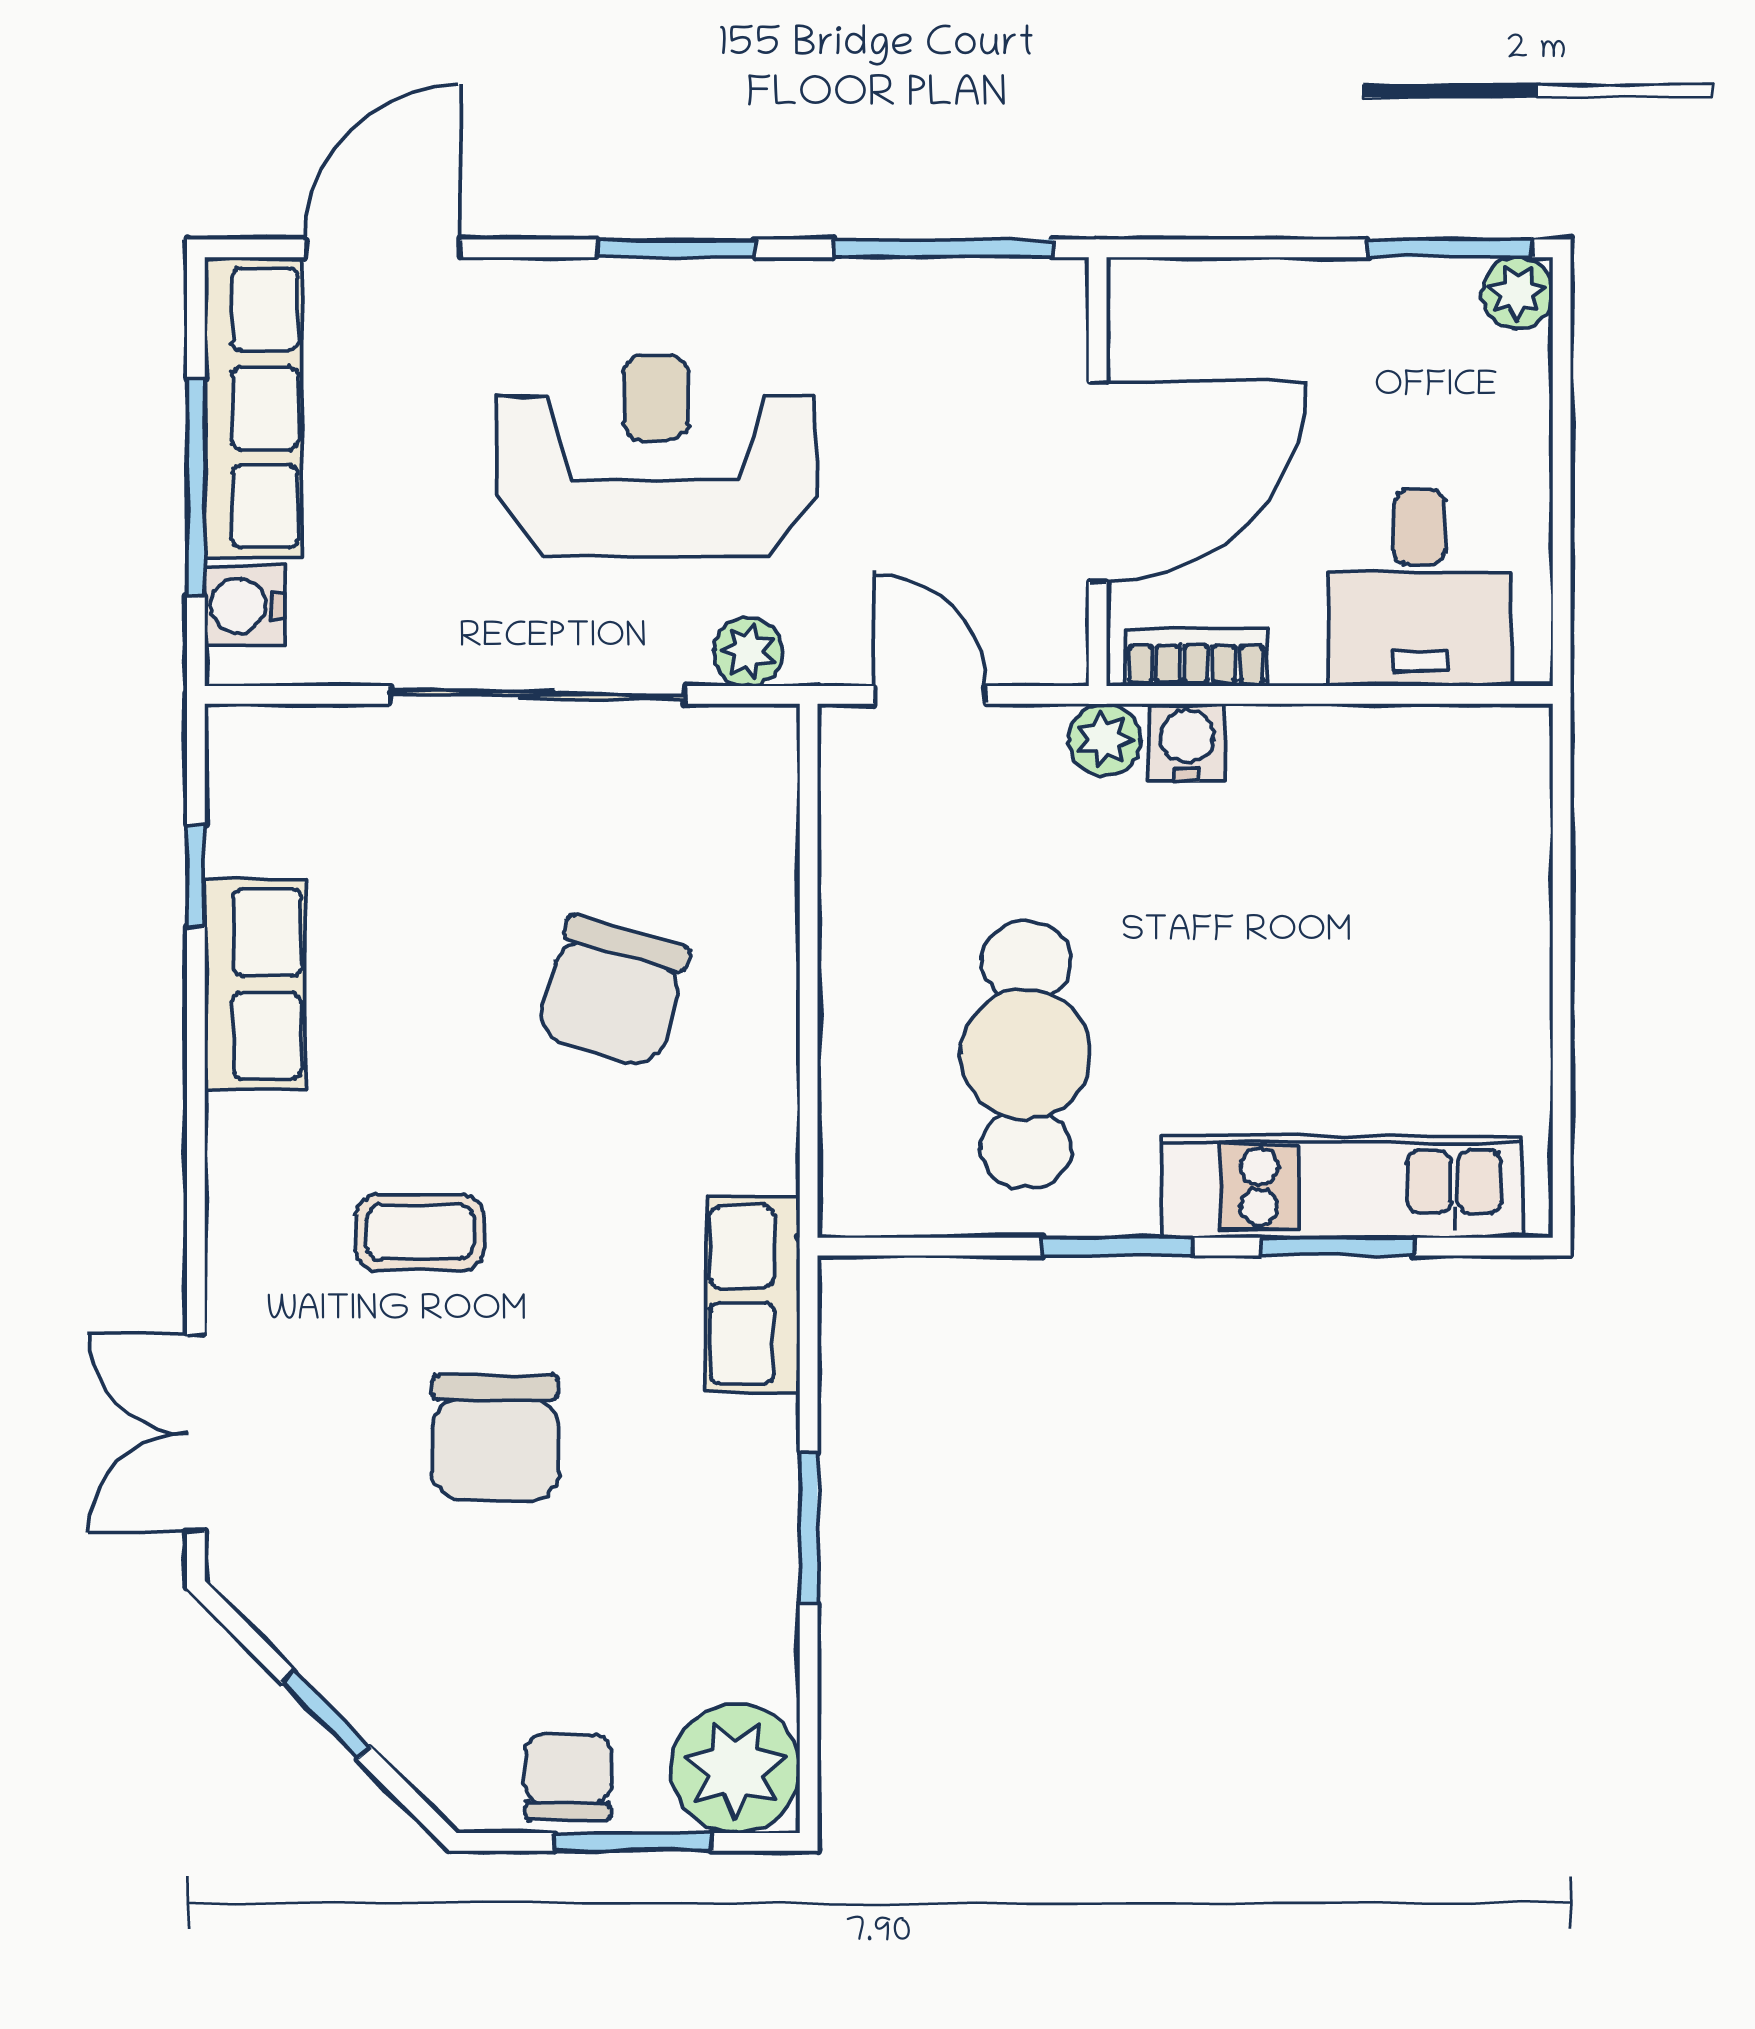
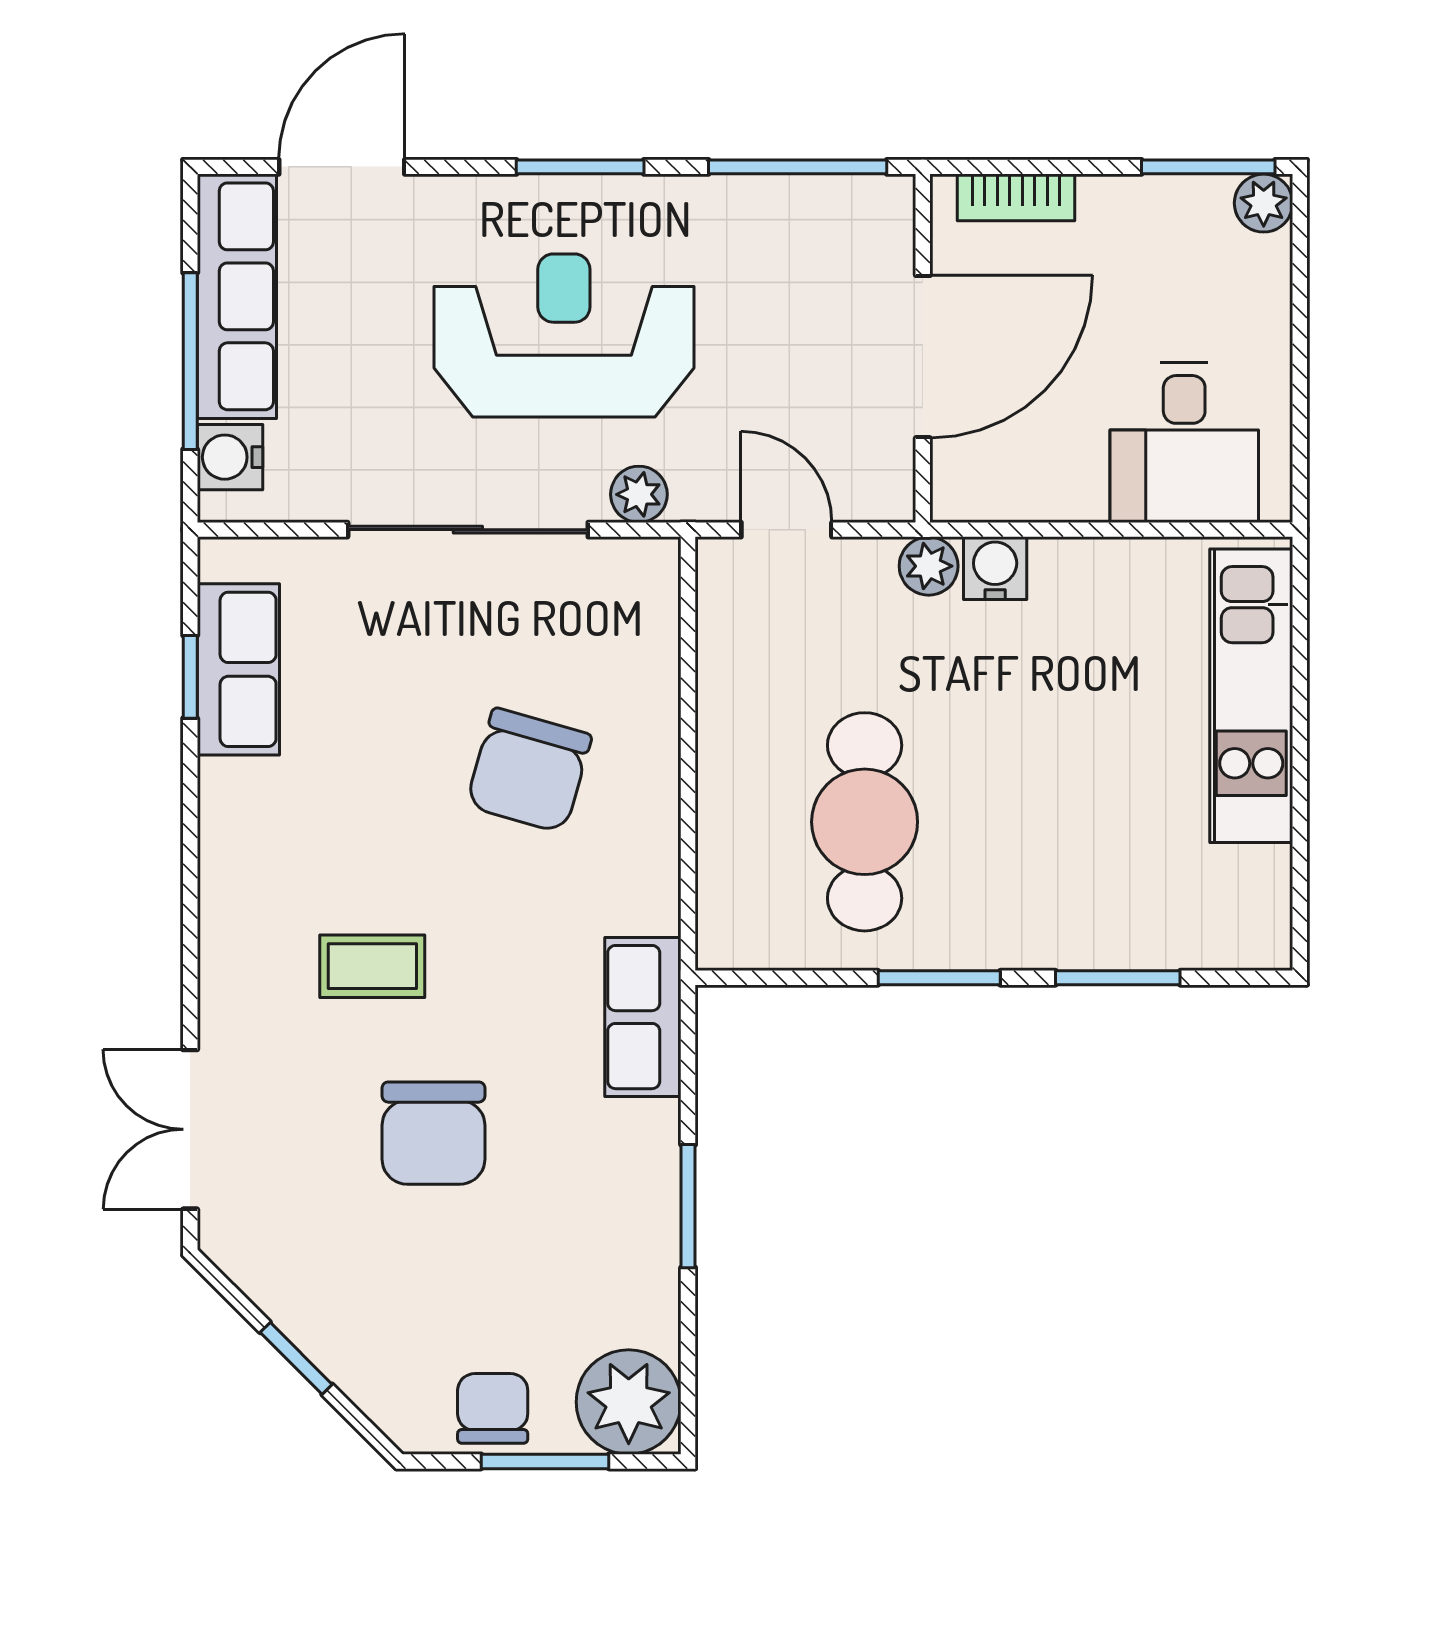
bookcase: (1196, 657) -> (1016, 197), moved, turned 180
row of seats: (255, 984) -> (238, 669), moved
kitchen unit: (1342, 1187) -> (1251, 696), moved, turned -90

